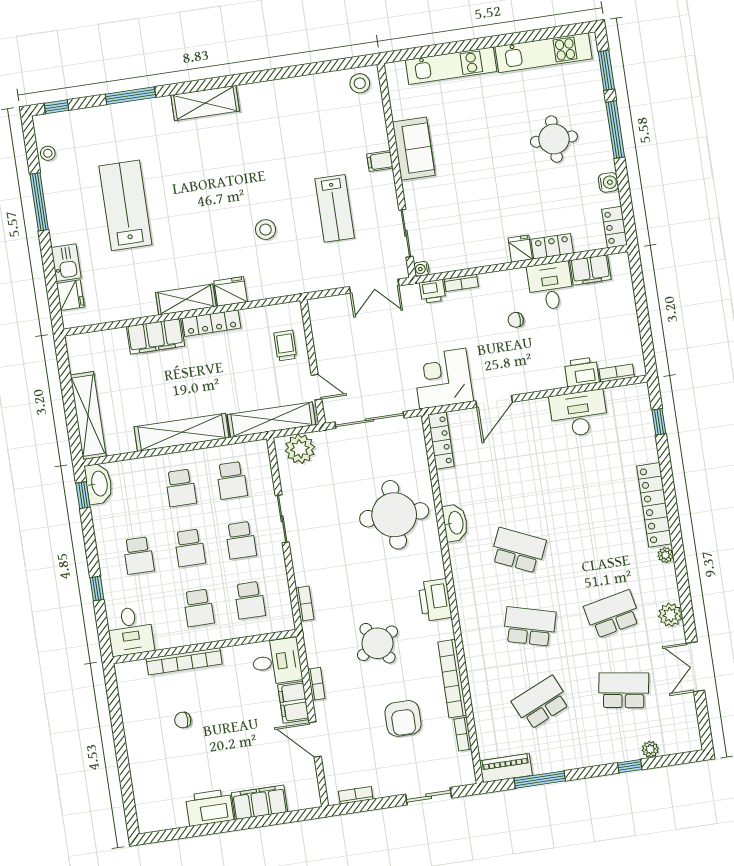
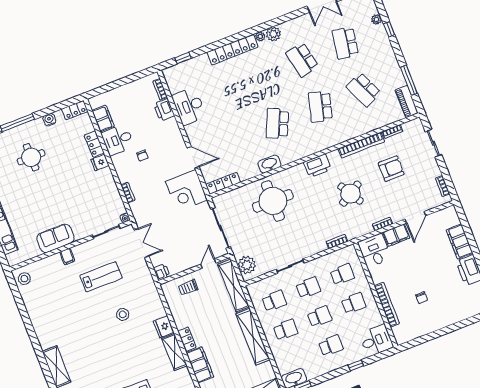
printer: (432, 291) -> (162, 272), moved
locker: (211, 323) -> (187, 339), width x0.66
plant: (670, 615) -> (273, 34), moved

